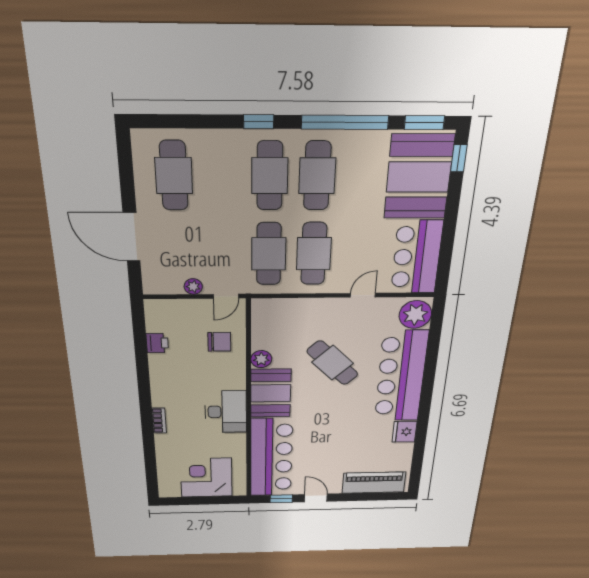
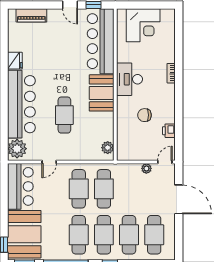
cafe table: (222, 176) -> (129, 235), added
door: (226, 296) -> (165, 162), moved
chair: (219, 342) -> (144, 115), moved
plant: (261, 359) -> (108, 148), moved
cafe table: (332, 363) -> (64, 115), turned 44
piano: (374, 483) -> (31, 15), width x0.73, depth x0.75

